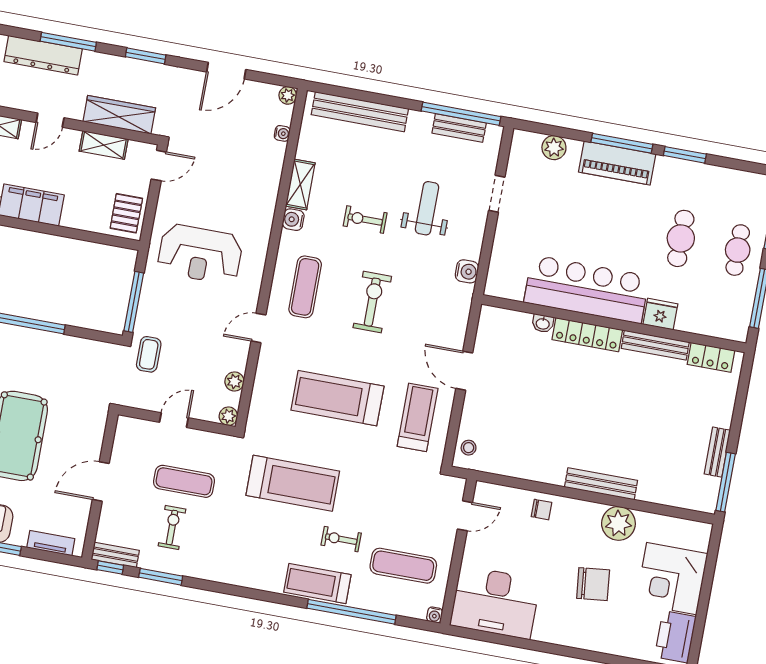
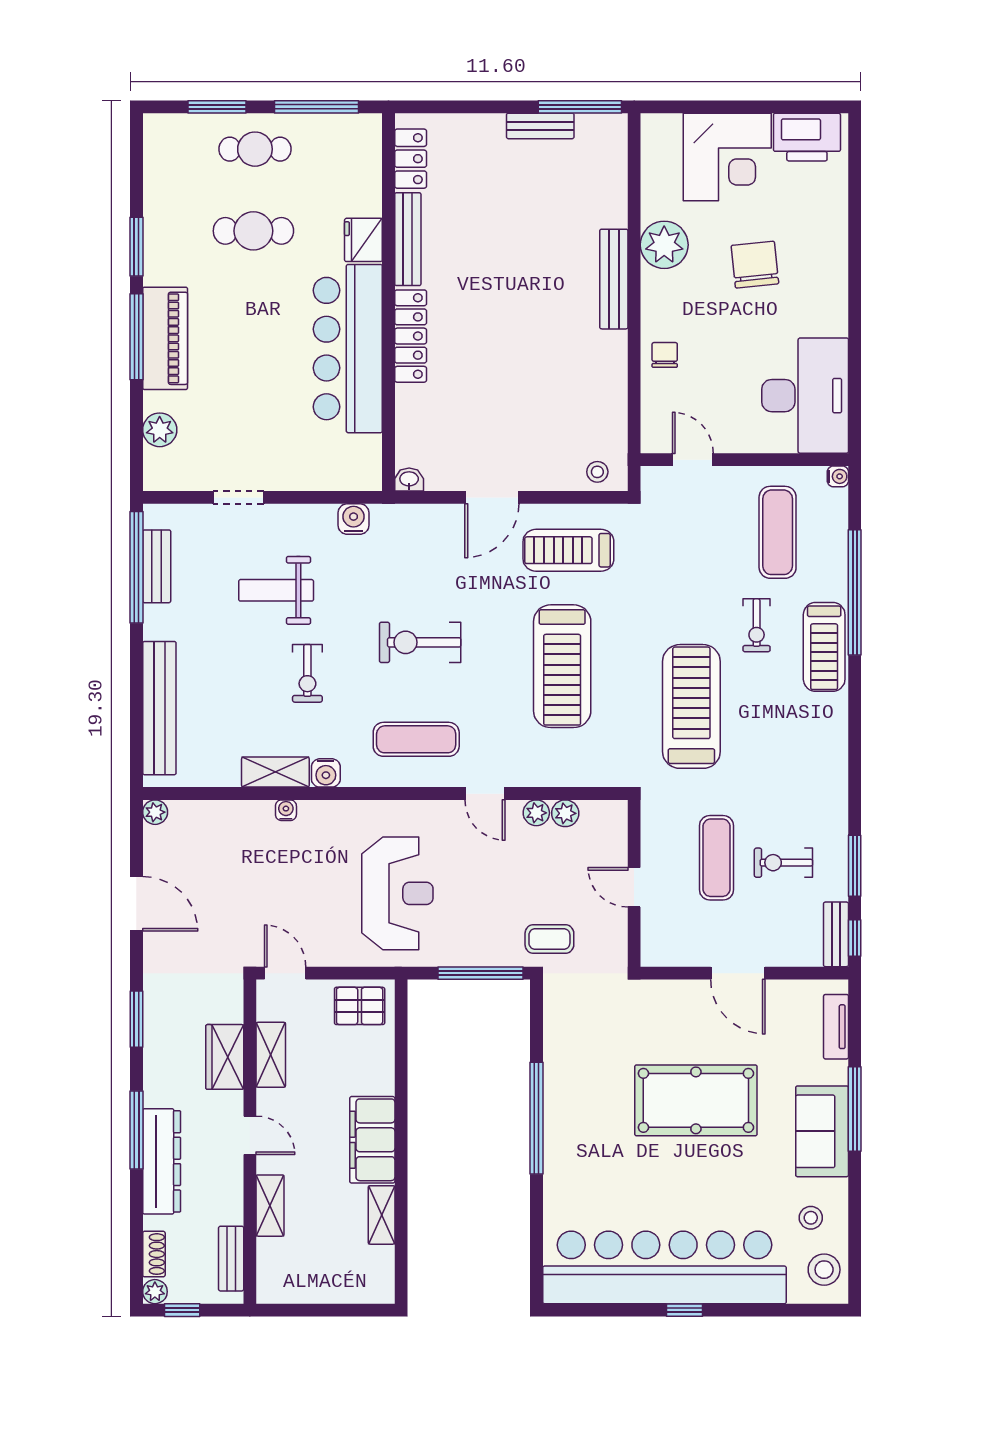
wardrobe: (119, 115) -> (225, 1057), width x0.67
water cooler: (282, 133) -> (286, 810), moved
washbasin: (543, 323) -> (409, 480), moved, turned -90
plant: (228, 416) -> (536, 813), moved

